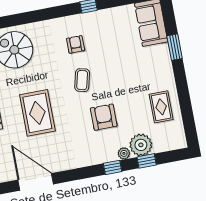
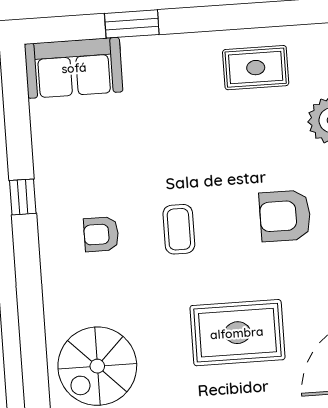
coffee table: (82, 80) -> (179, 229), turned 76
armchair: (104, 117) -> (285, 216), moved

